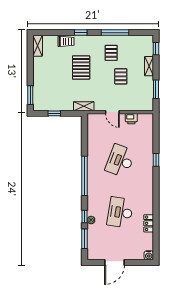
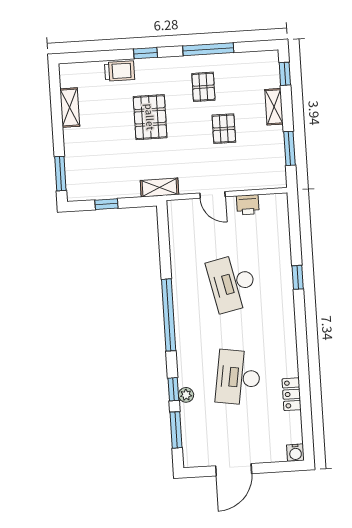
shelving: (38, 46) -> (70, 108), moved
desk: (120, 161) -> (232, 283), turned -33

